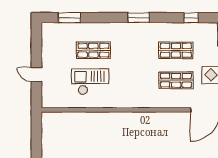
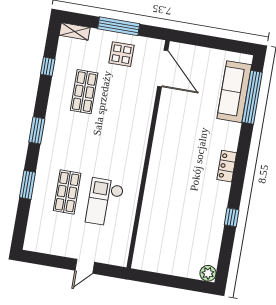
window: (69, 18) -> (27, 185), moved
shop shelf: (176, 80) -> (121, 98), removed

